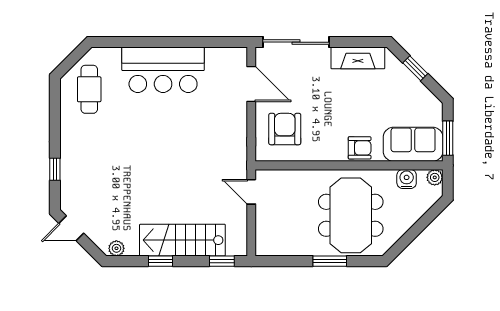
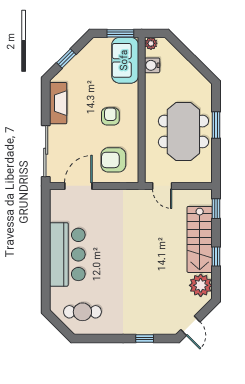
armchair: (360, 148) -> (110, 116), moved
door: (251, 192) -> (162, 186), hinge flipped
meeting table: (351, 215) -> (183, 132), moved, turned 90
plant: (116, 248) -> (201, 285), width x1.88, depth x1.88

